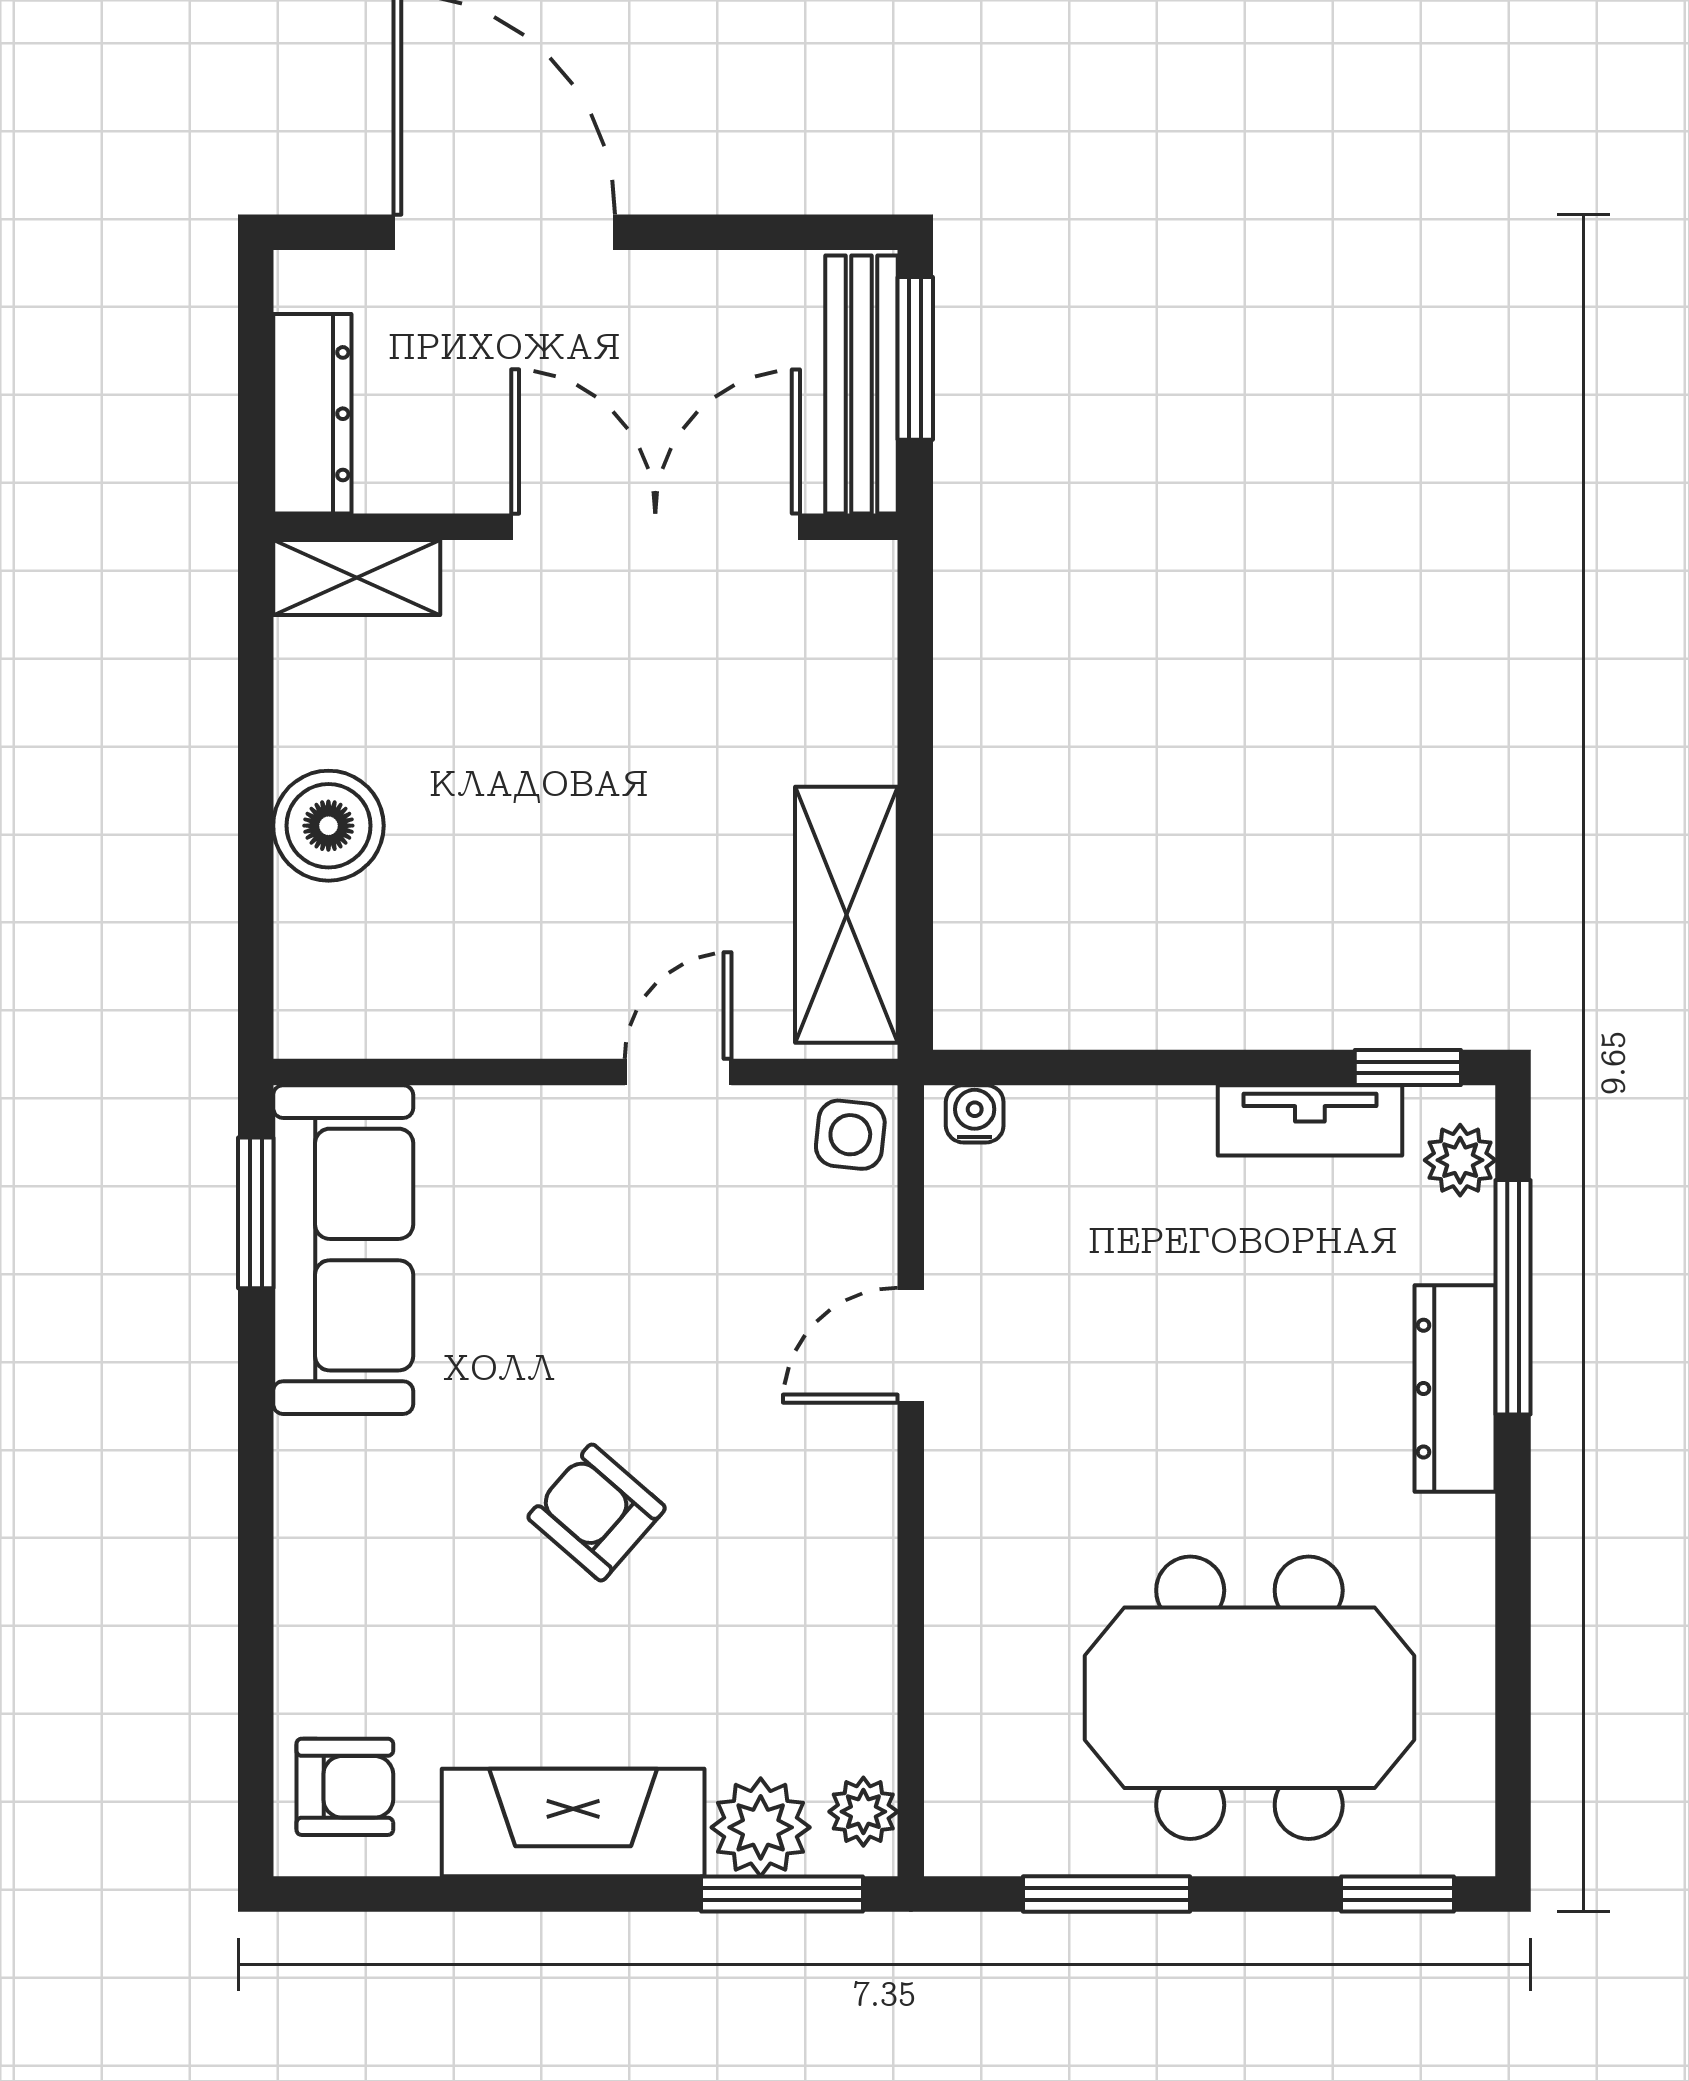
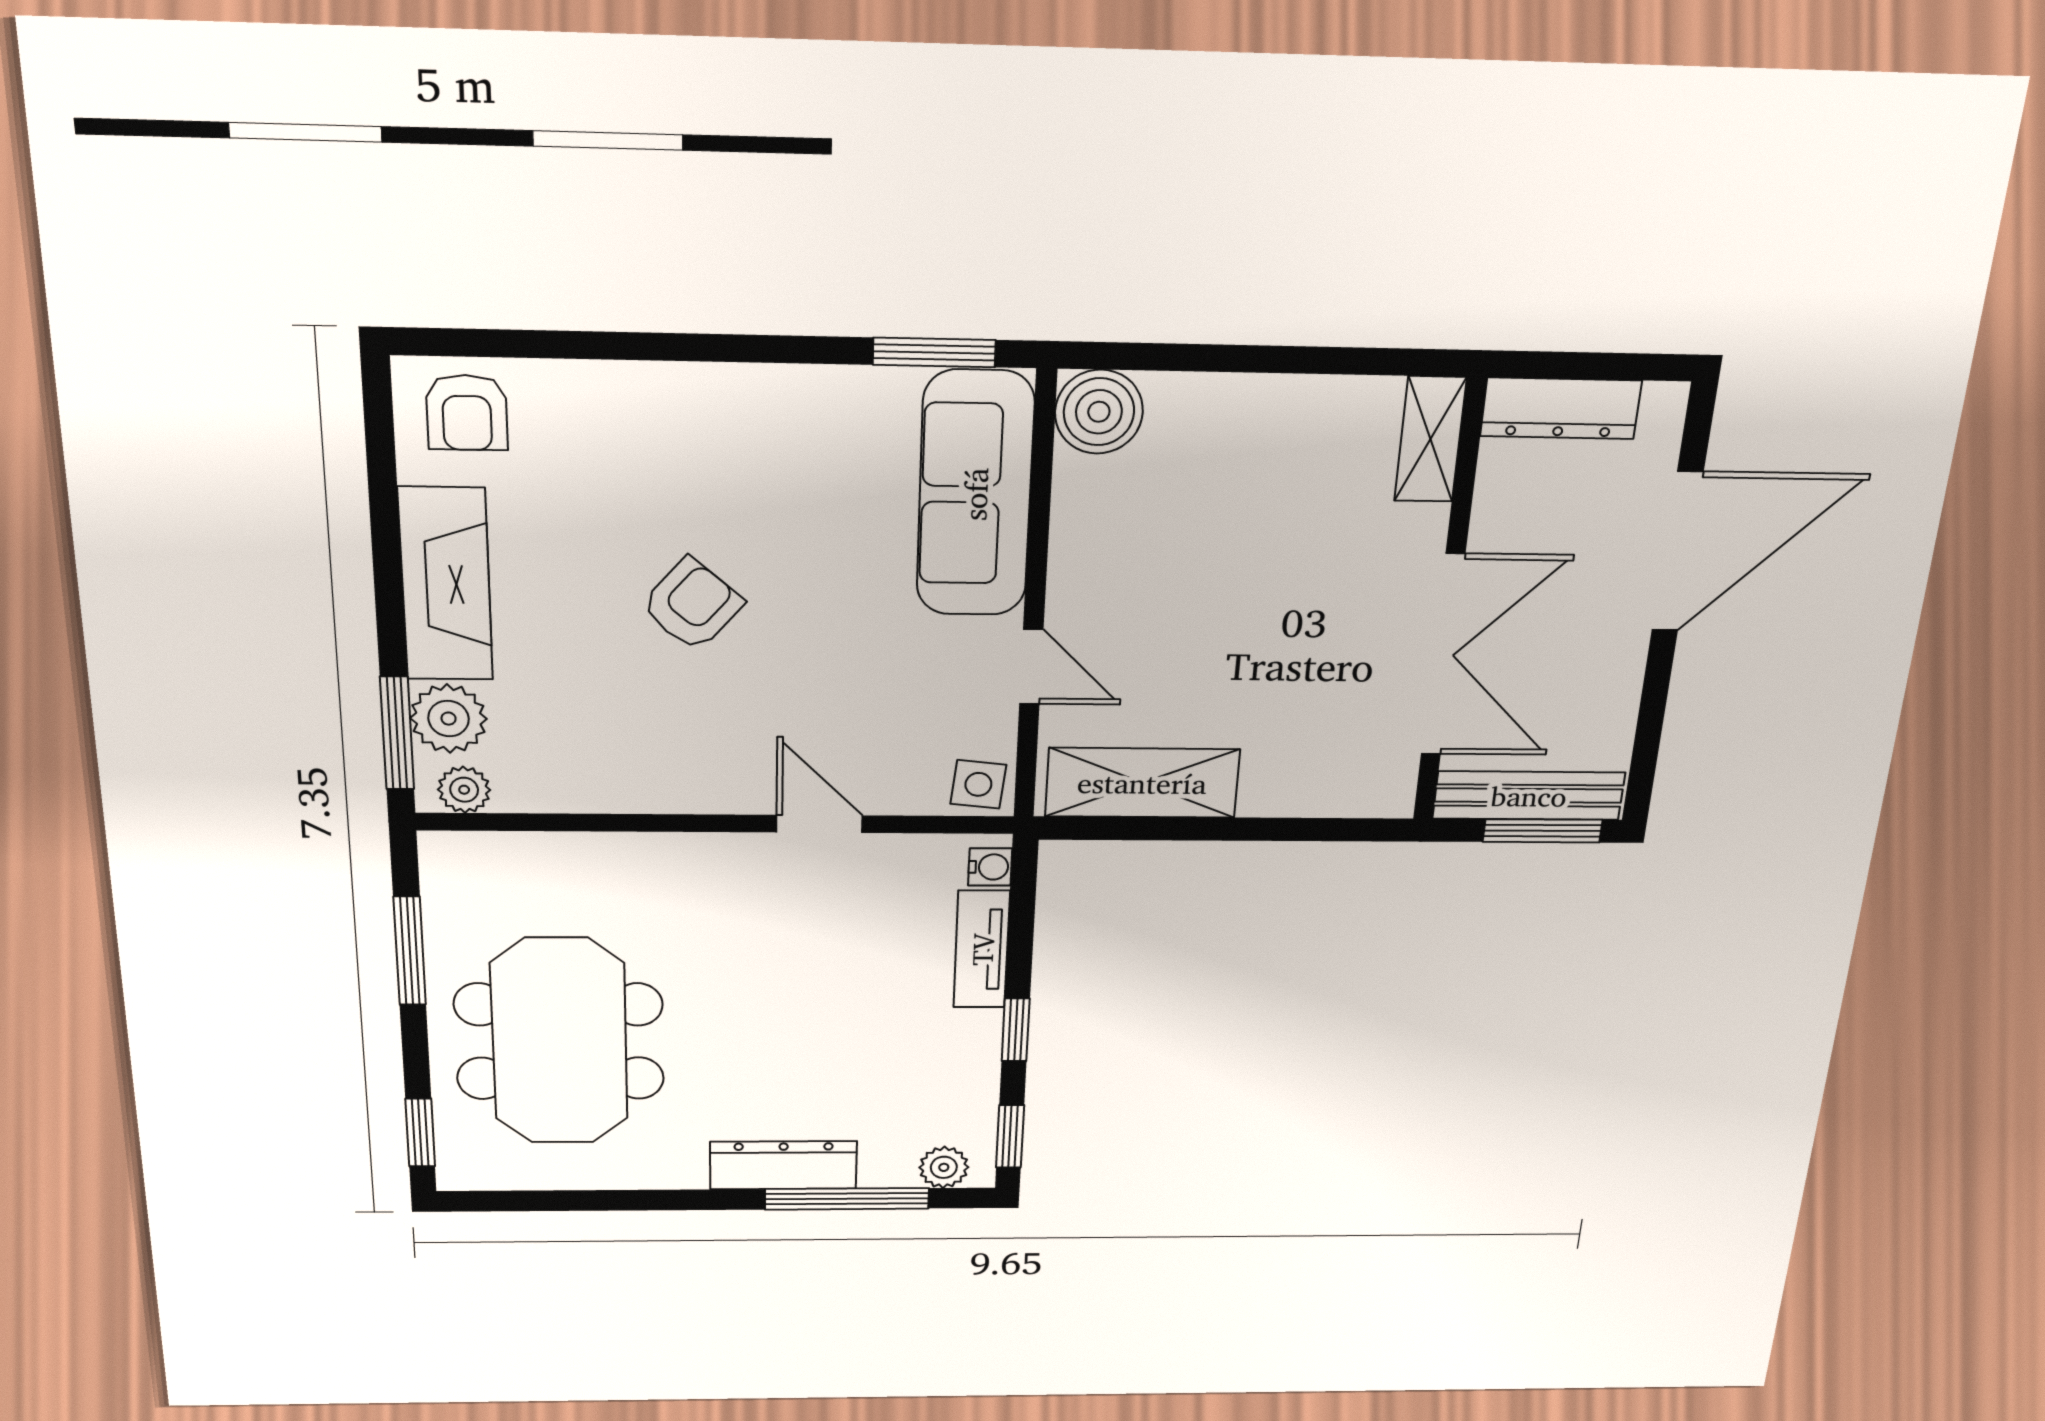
boiler: (328, 826) -> (1099, 412), moved
window: (1232, 1068) -> (1016, 1030), added
tv unit: (1310, 1120) -> (982, 949), moved
sofa: (343, 1250) -> (975, 494), moved, turned 90

